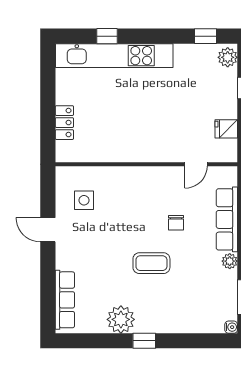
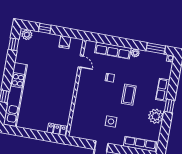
locker: (64, 123) -> (57, 129), moved
side table: (84, 200) -> (111, 121), moved
row of seats: (171, 324) -> (163, 90), added

